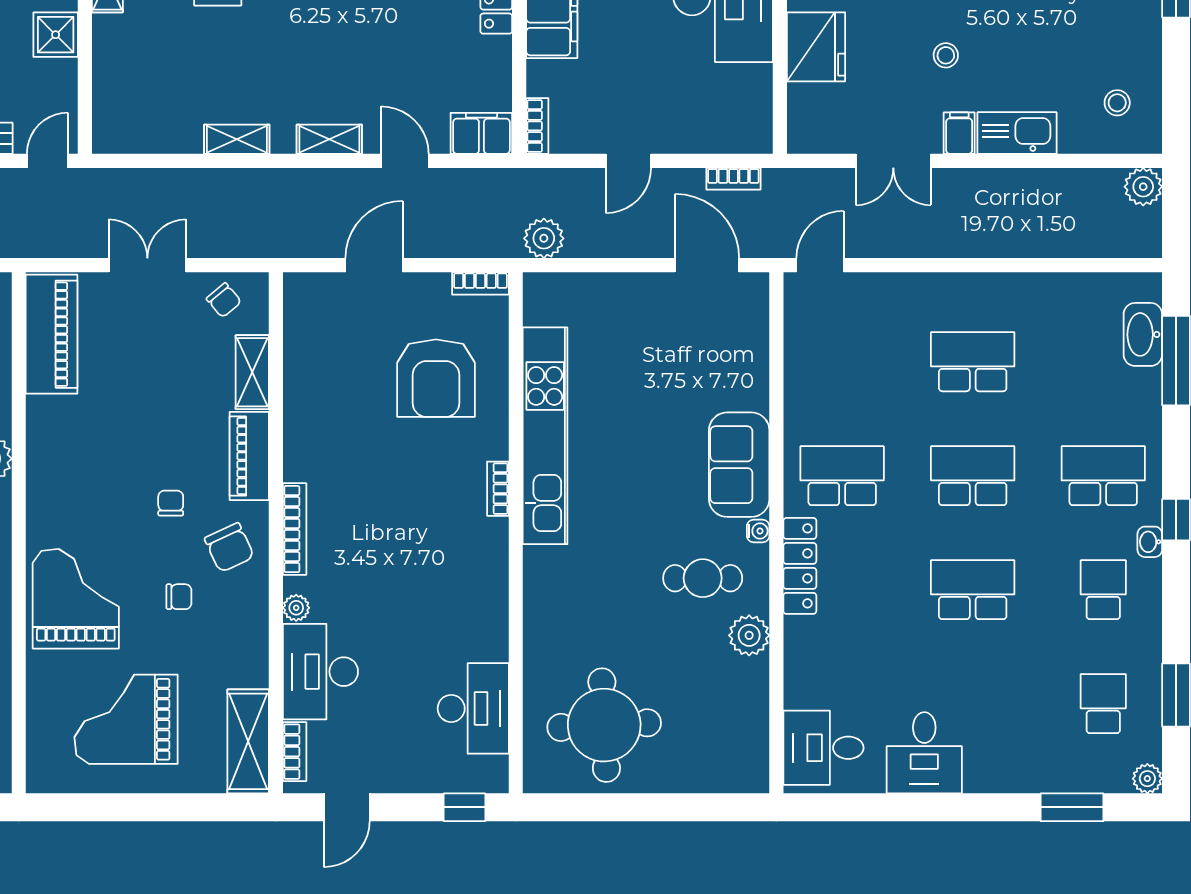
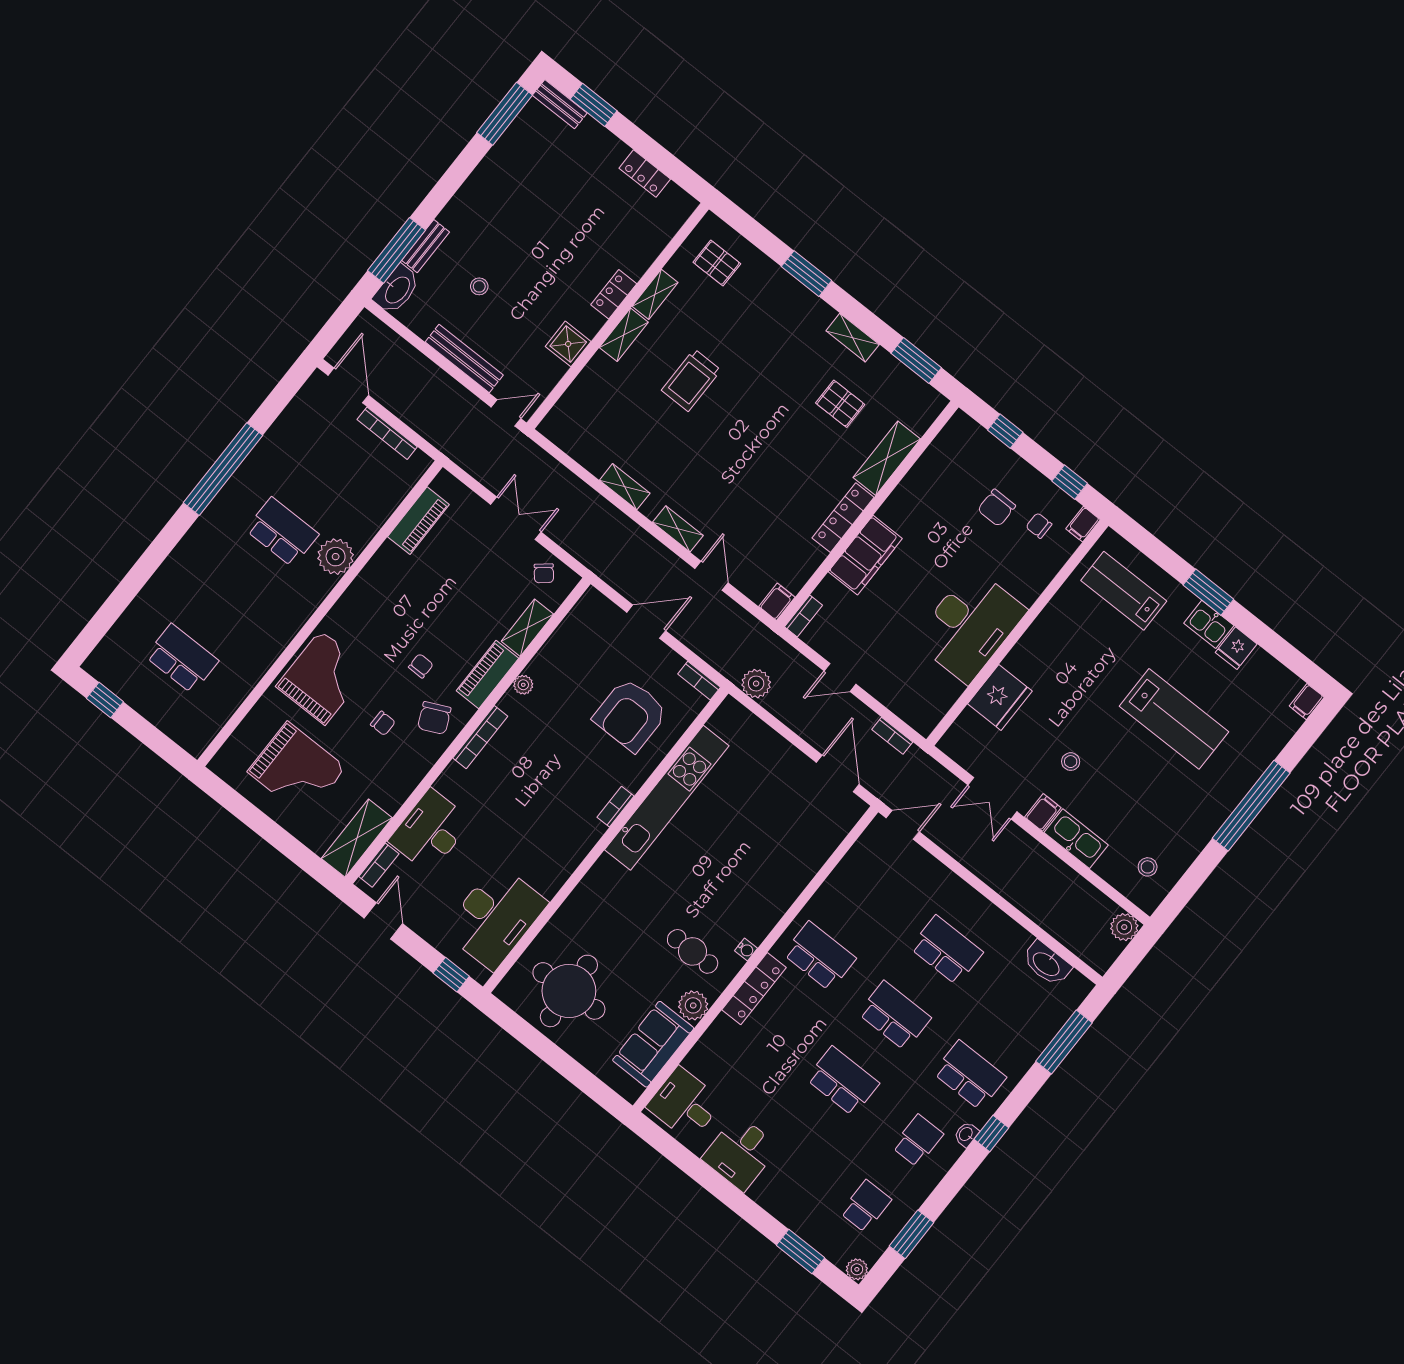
filing cabinet: (481, 133) -> (777, 602), width x0.50
piano: (52, 334) -> (418, 521), width x0.73, depth x0.75
washbasin: (1143, 334) -> (1047, 963), moved, turned -90
sofa: (739, 465) -> (653, 1044), moved
plant: (296, 608) -> (523, 685), moved
desk: (473, 708) -> (495, 917), width x1.36, depth x1.30
grand piano: (126, 719) -> (297, 770), turned 180
door: (347, 807) -> (383, 921), swing flipped

